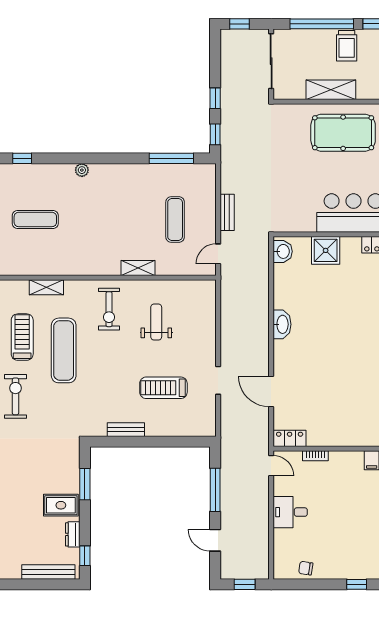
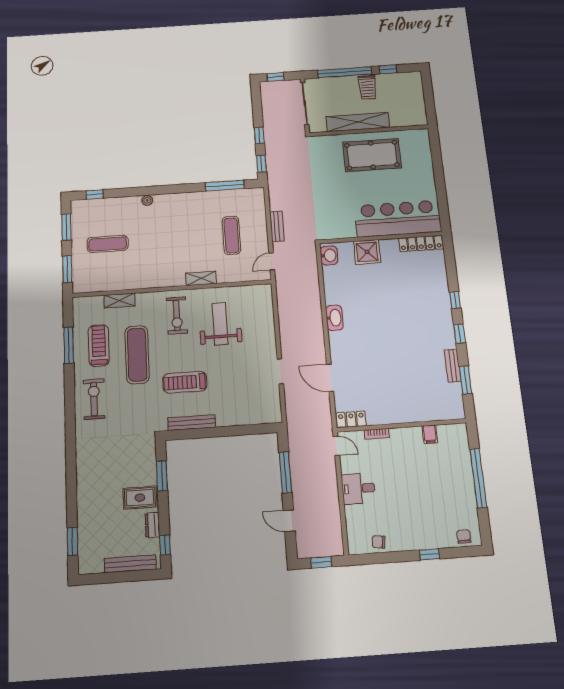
shelving: (331, 90) -> (358, 122), width x1.47
weight bench: (156, 322) -> (220, 324), width x1.36, depth x1.33
treadmill: (163, 388) -> (185, 382), moved
bench: (126, 430) -> (192, 423), width x1.36

